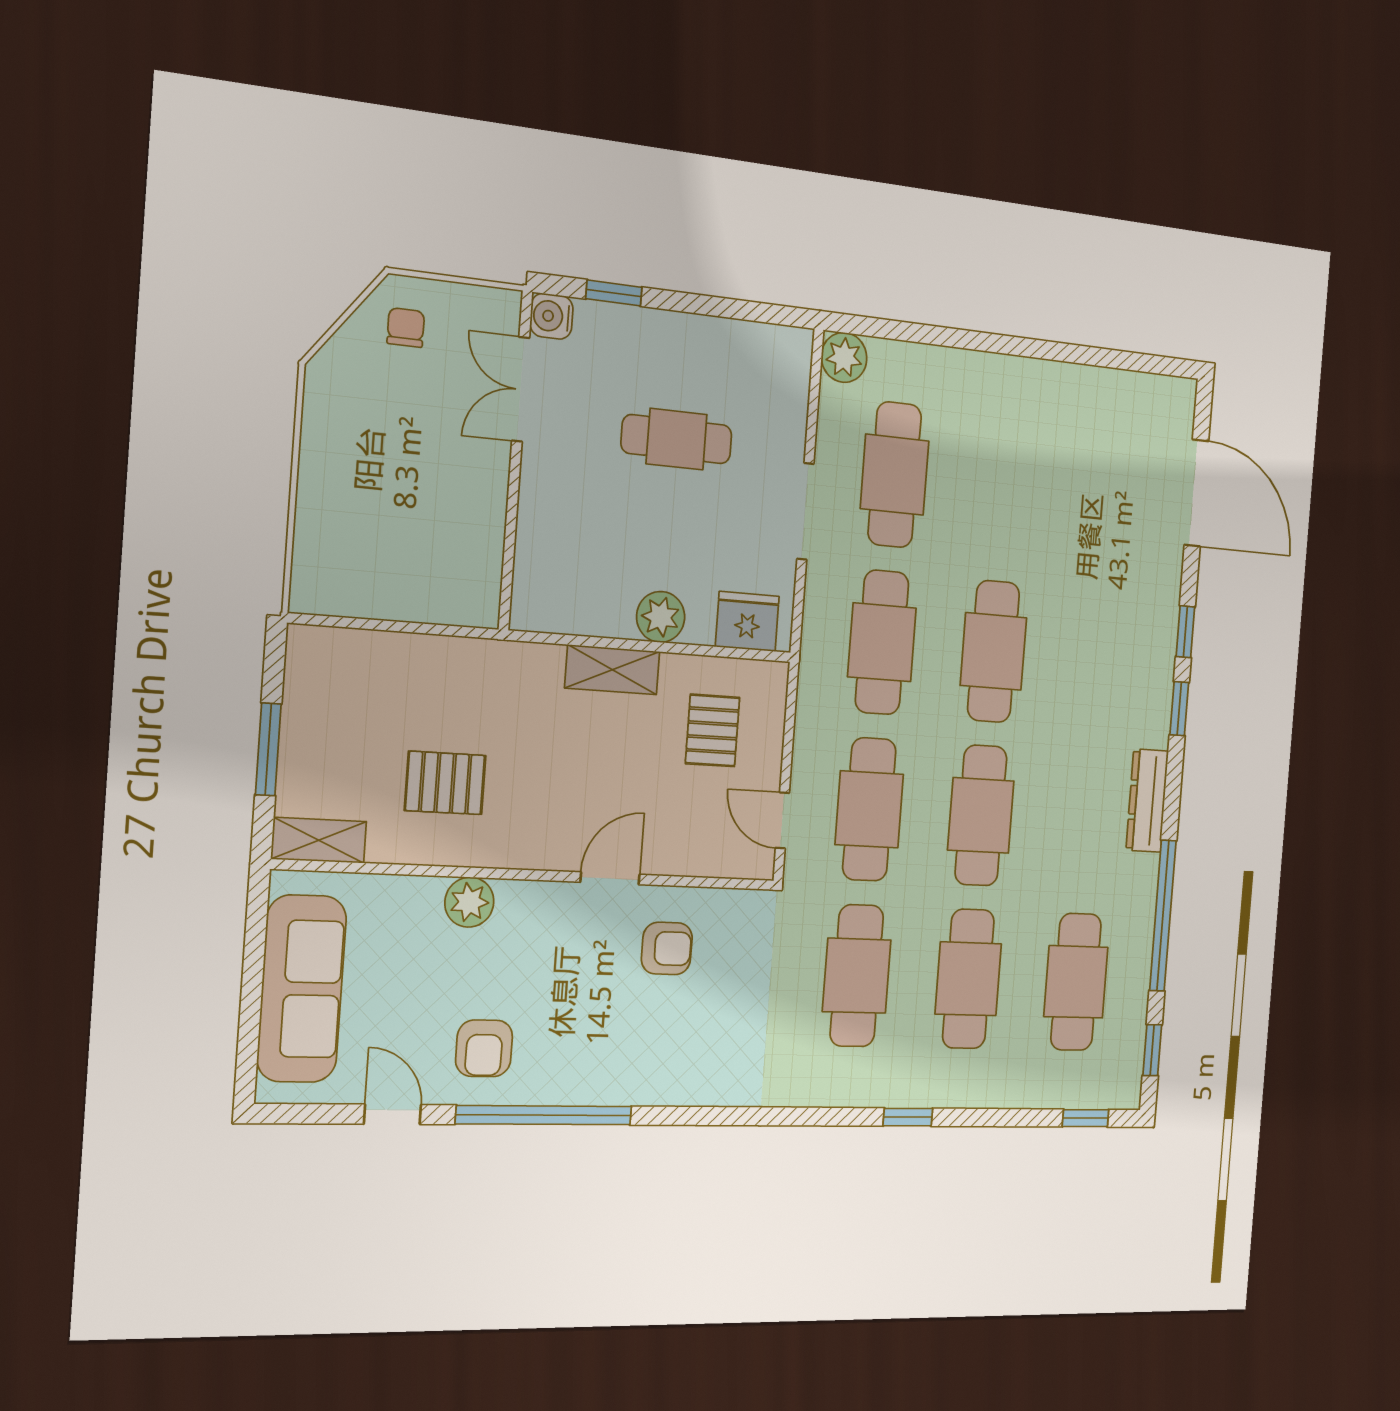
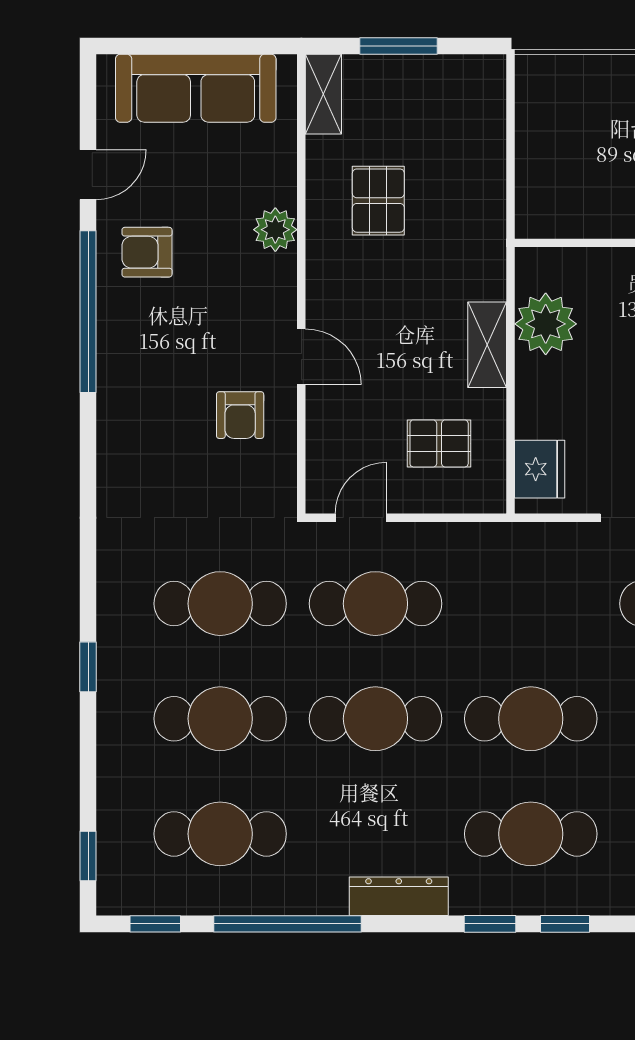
plant: (661, 617) -> (546, 324), moved, width x1.36, depth x1.36
cafe table: (882, 642) -> (531, 834), moved

